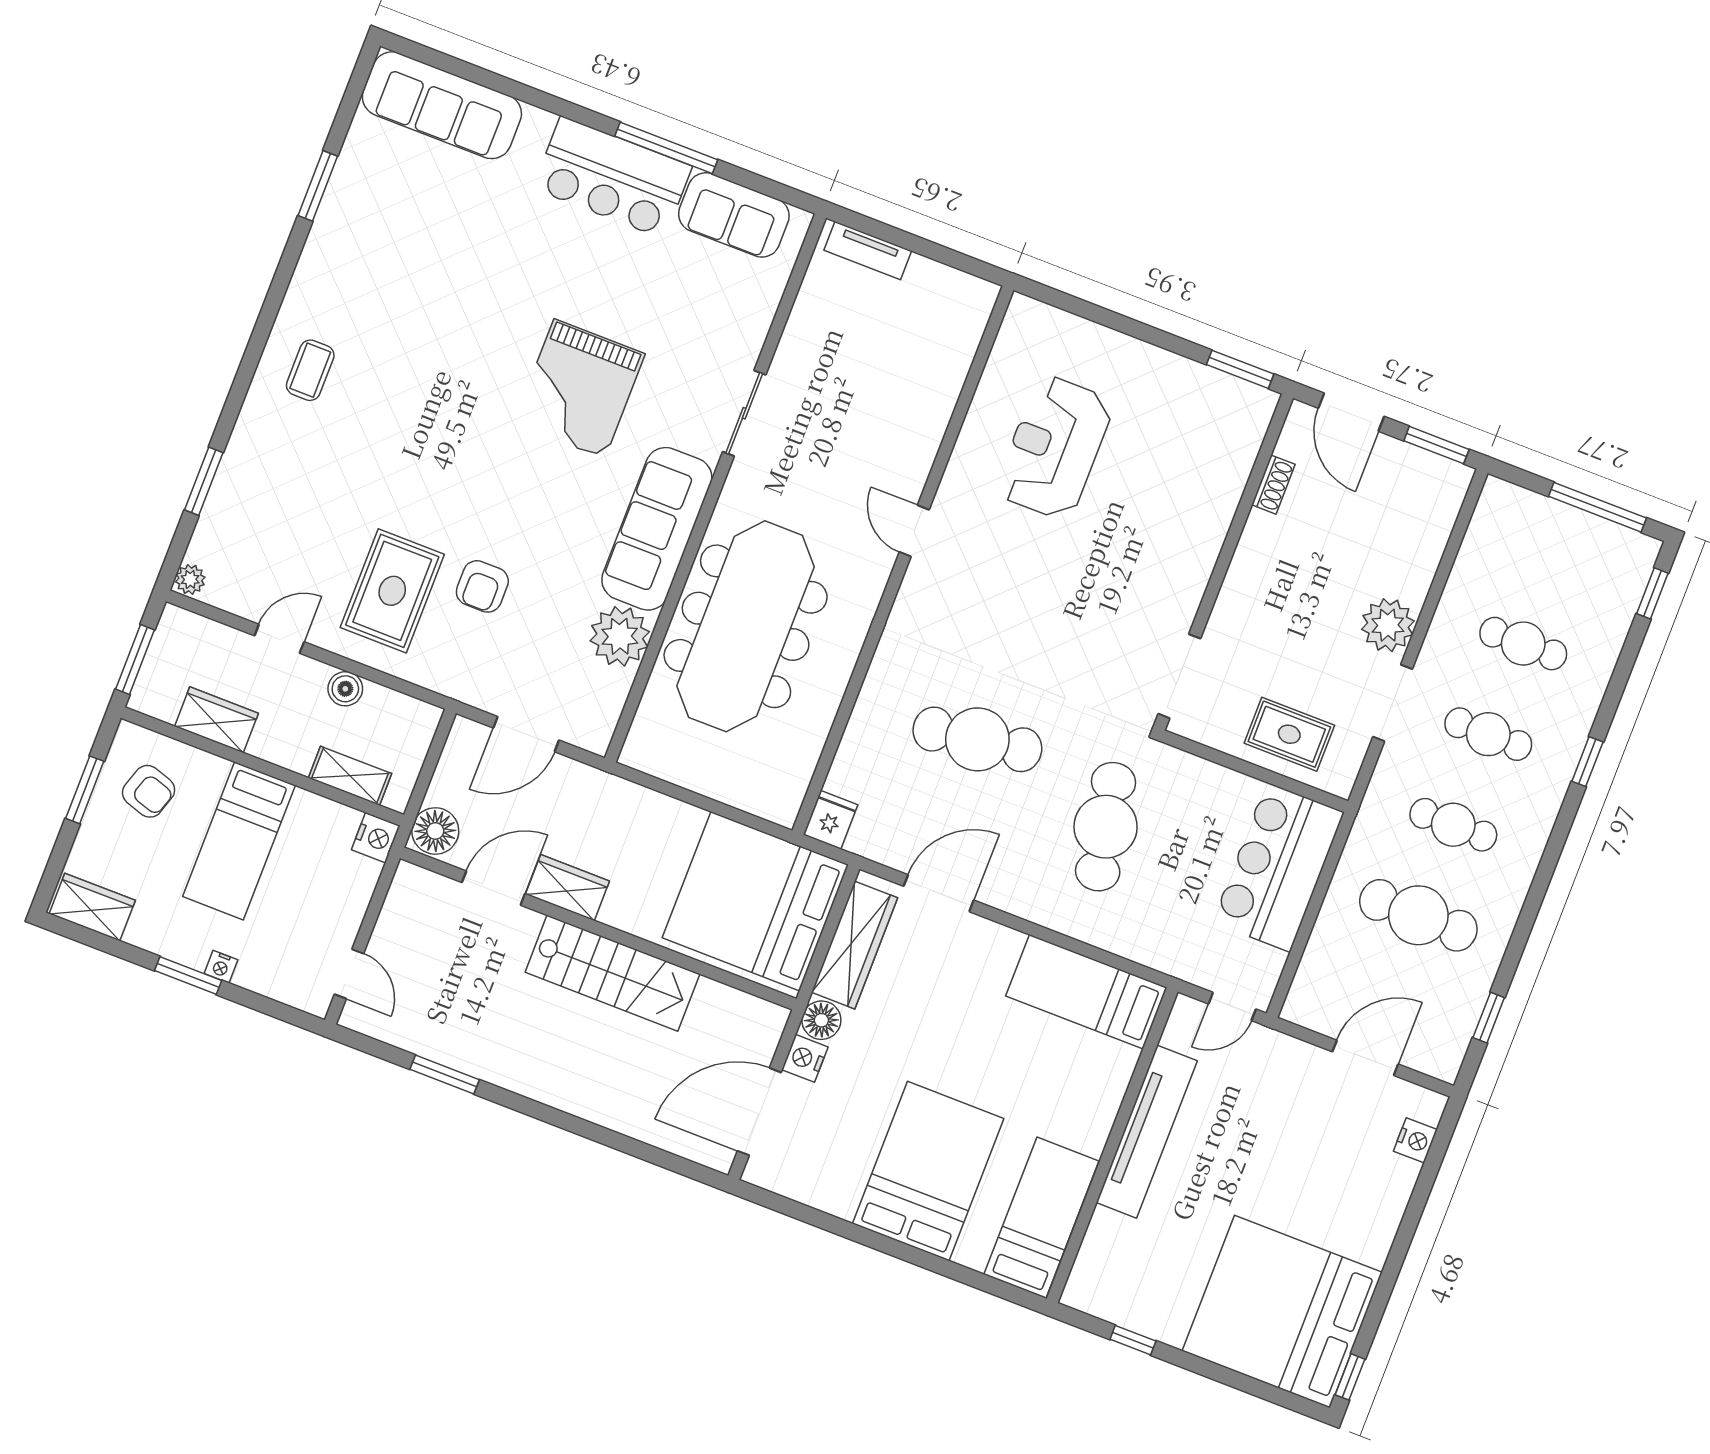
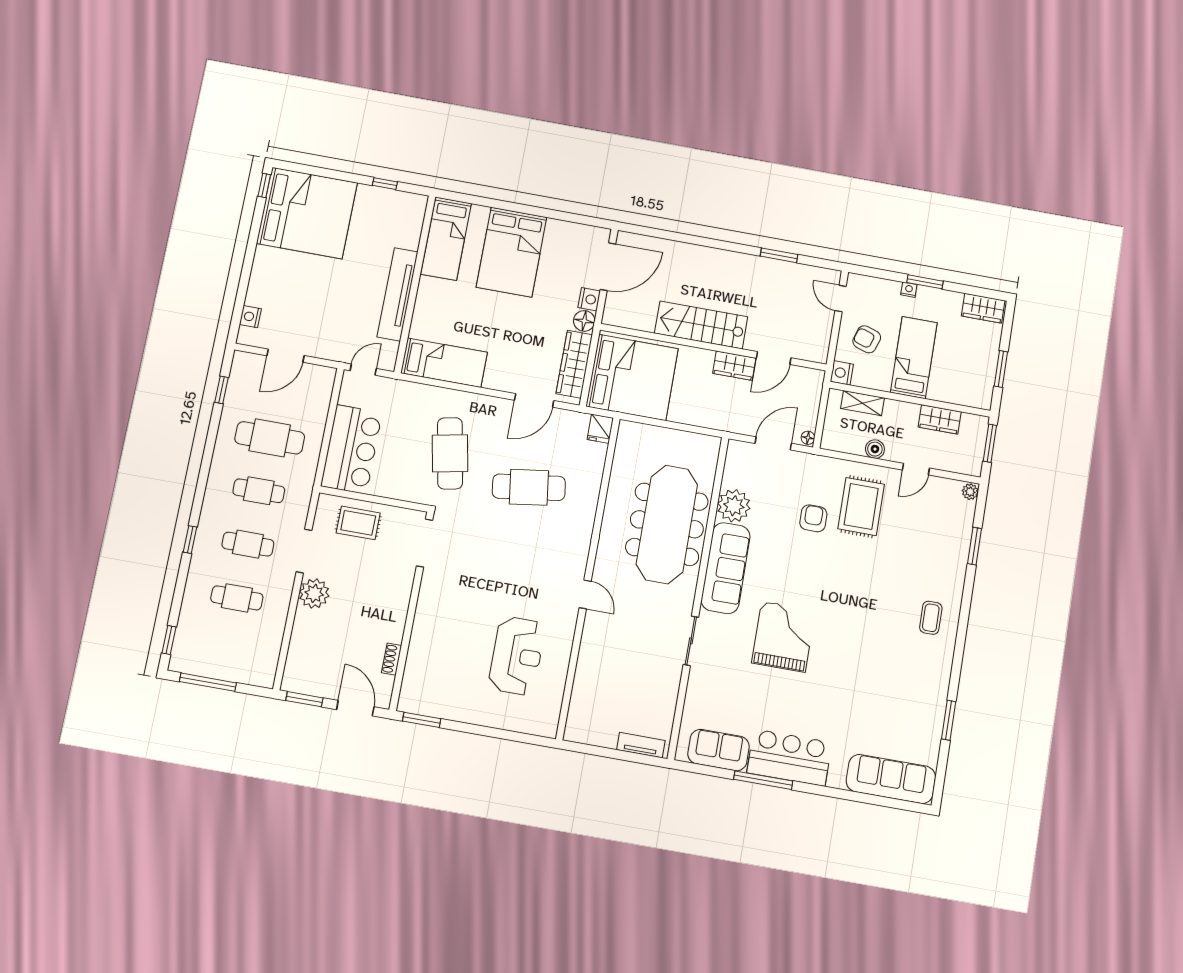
armchair: (149, 791) -> (867, 339), moved
floor lamp: (435, 831) -> (808, 438), moved, width x0.53, depth x0.53

